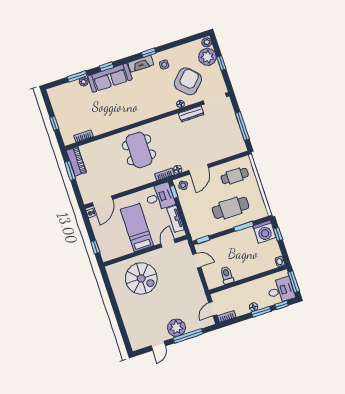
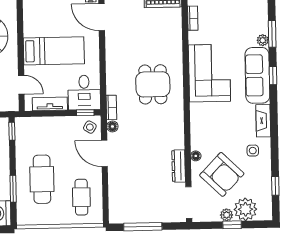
plant: (207, 42) -> (227, 215), moved
window: (149, 53) -> (275, 186), moved
corner sofa: (119, 112) -> (209, 73), added
dining table: (139, 150) -> (153, 84), width x0.73

